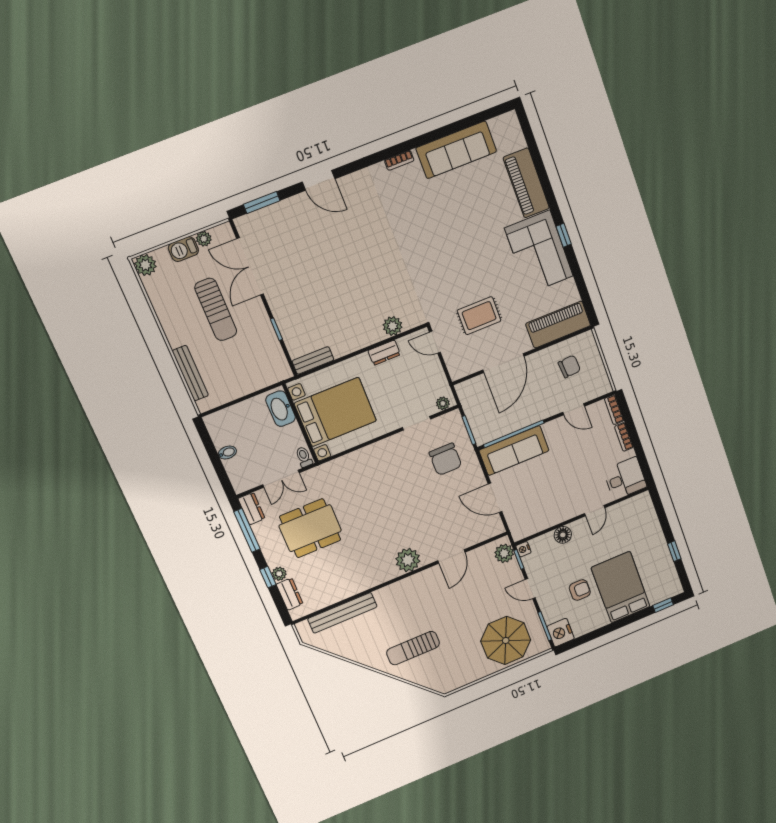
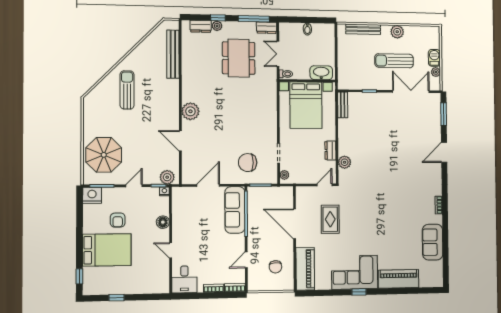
sofa: (456, 150) -> (433, 242), width x0.73
plant: (145, 265) -> (397, 32), moved

